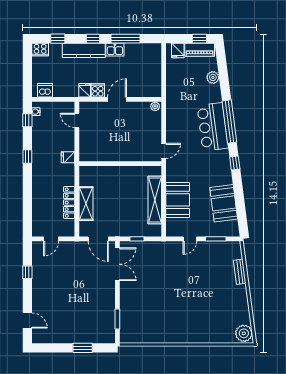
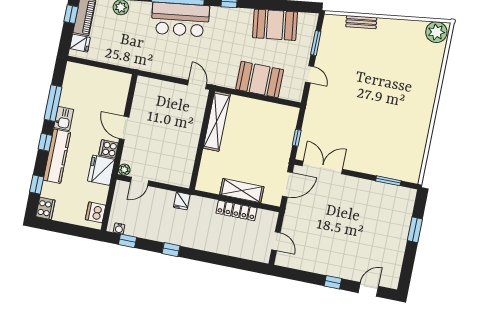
fridge: (85, 90) -> (101, 170), width x1.88, depth x1.34
plant: (155, 106) -> (124, 170), moved
shelving: (155, 200) -> (217, 121), moved, turned 90
window: (27, 272) -> (333, 282), moved

